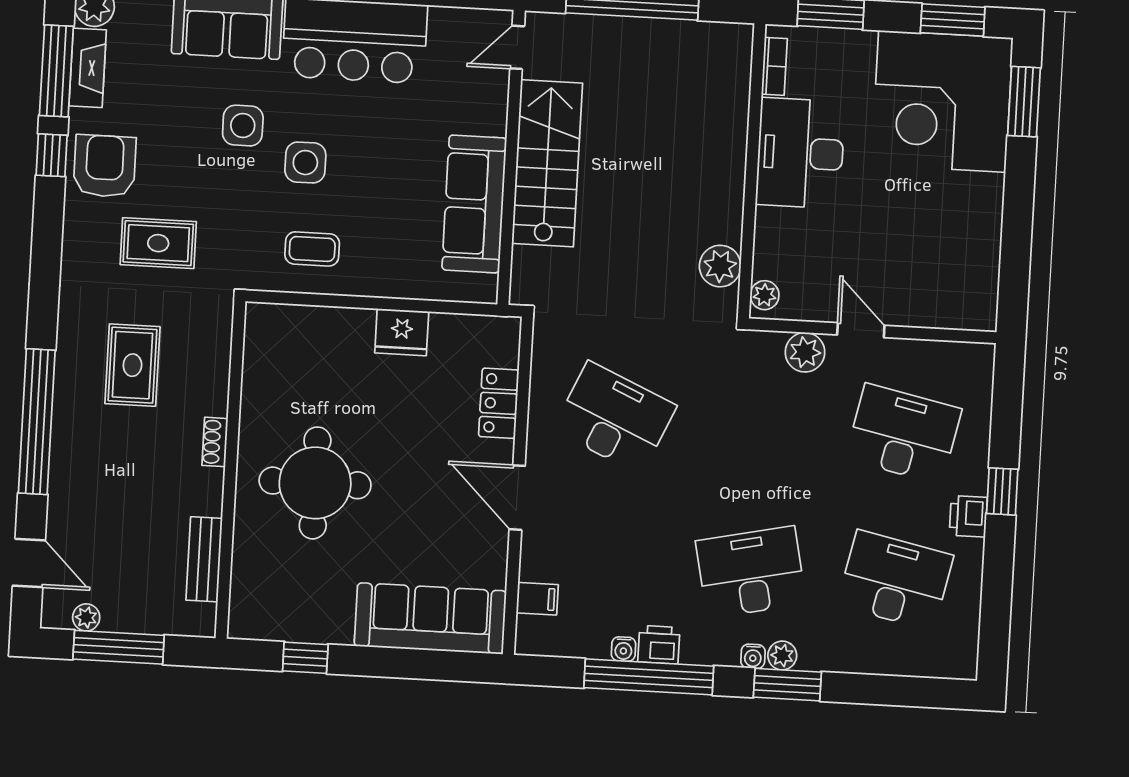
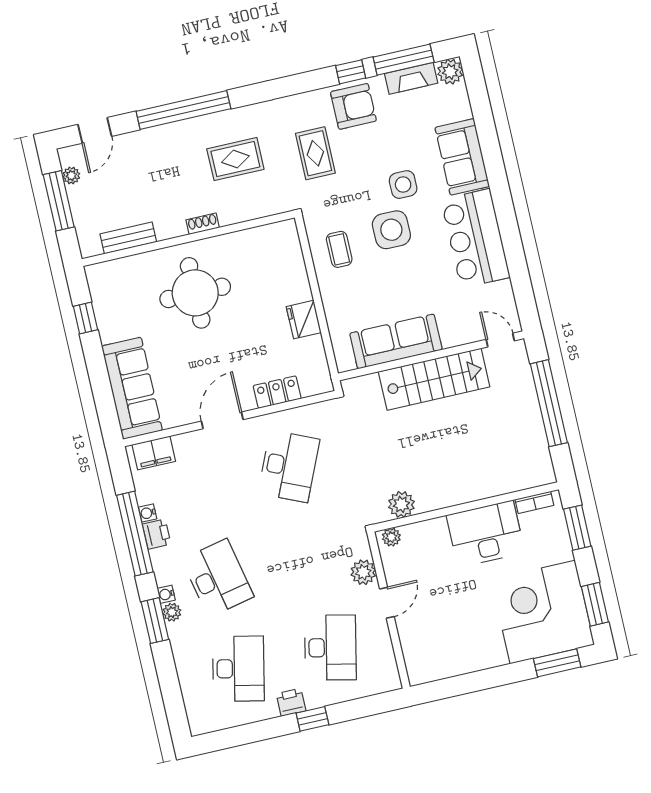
side table: (305, 163) -> (391, 230), width x1.37, depth x1.37
filing cabinet: (537, 599) -> (154, 453), width x2.00

